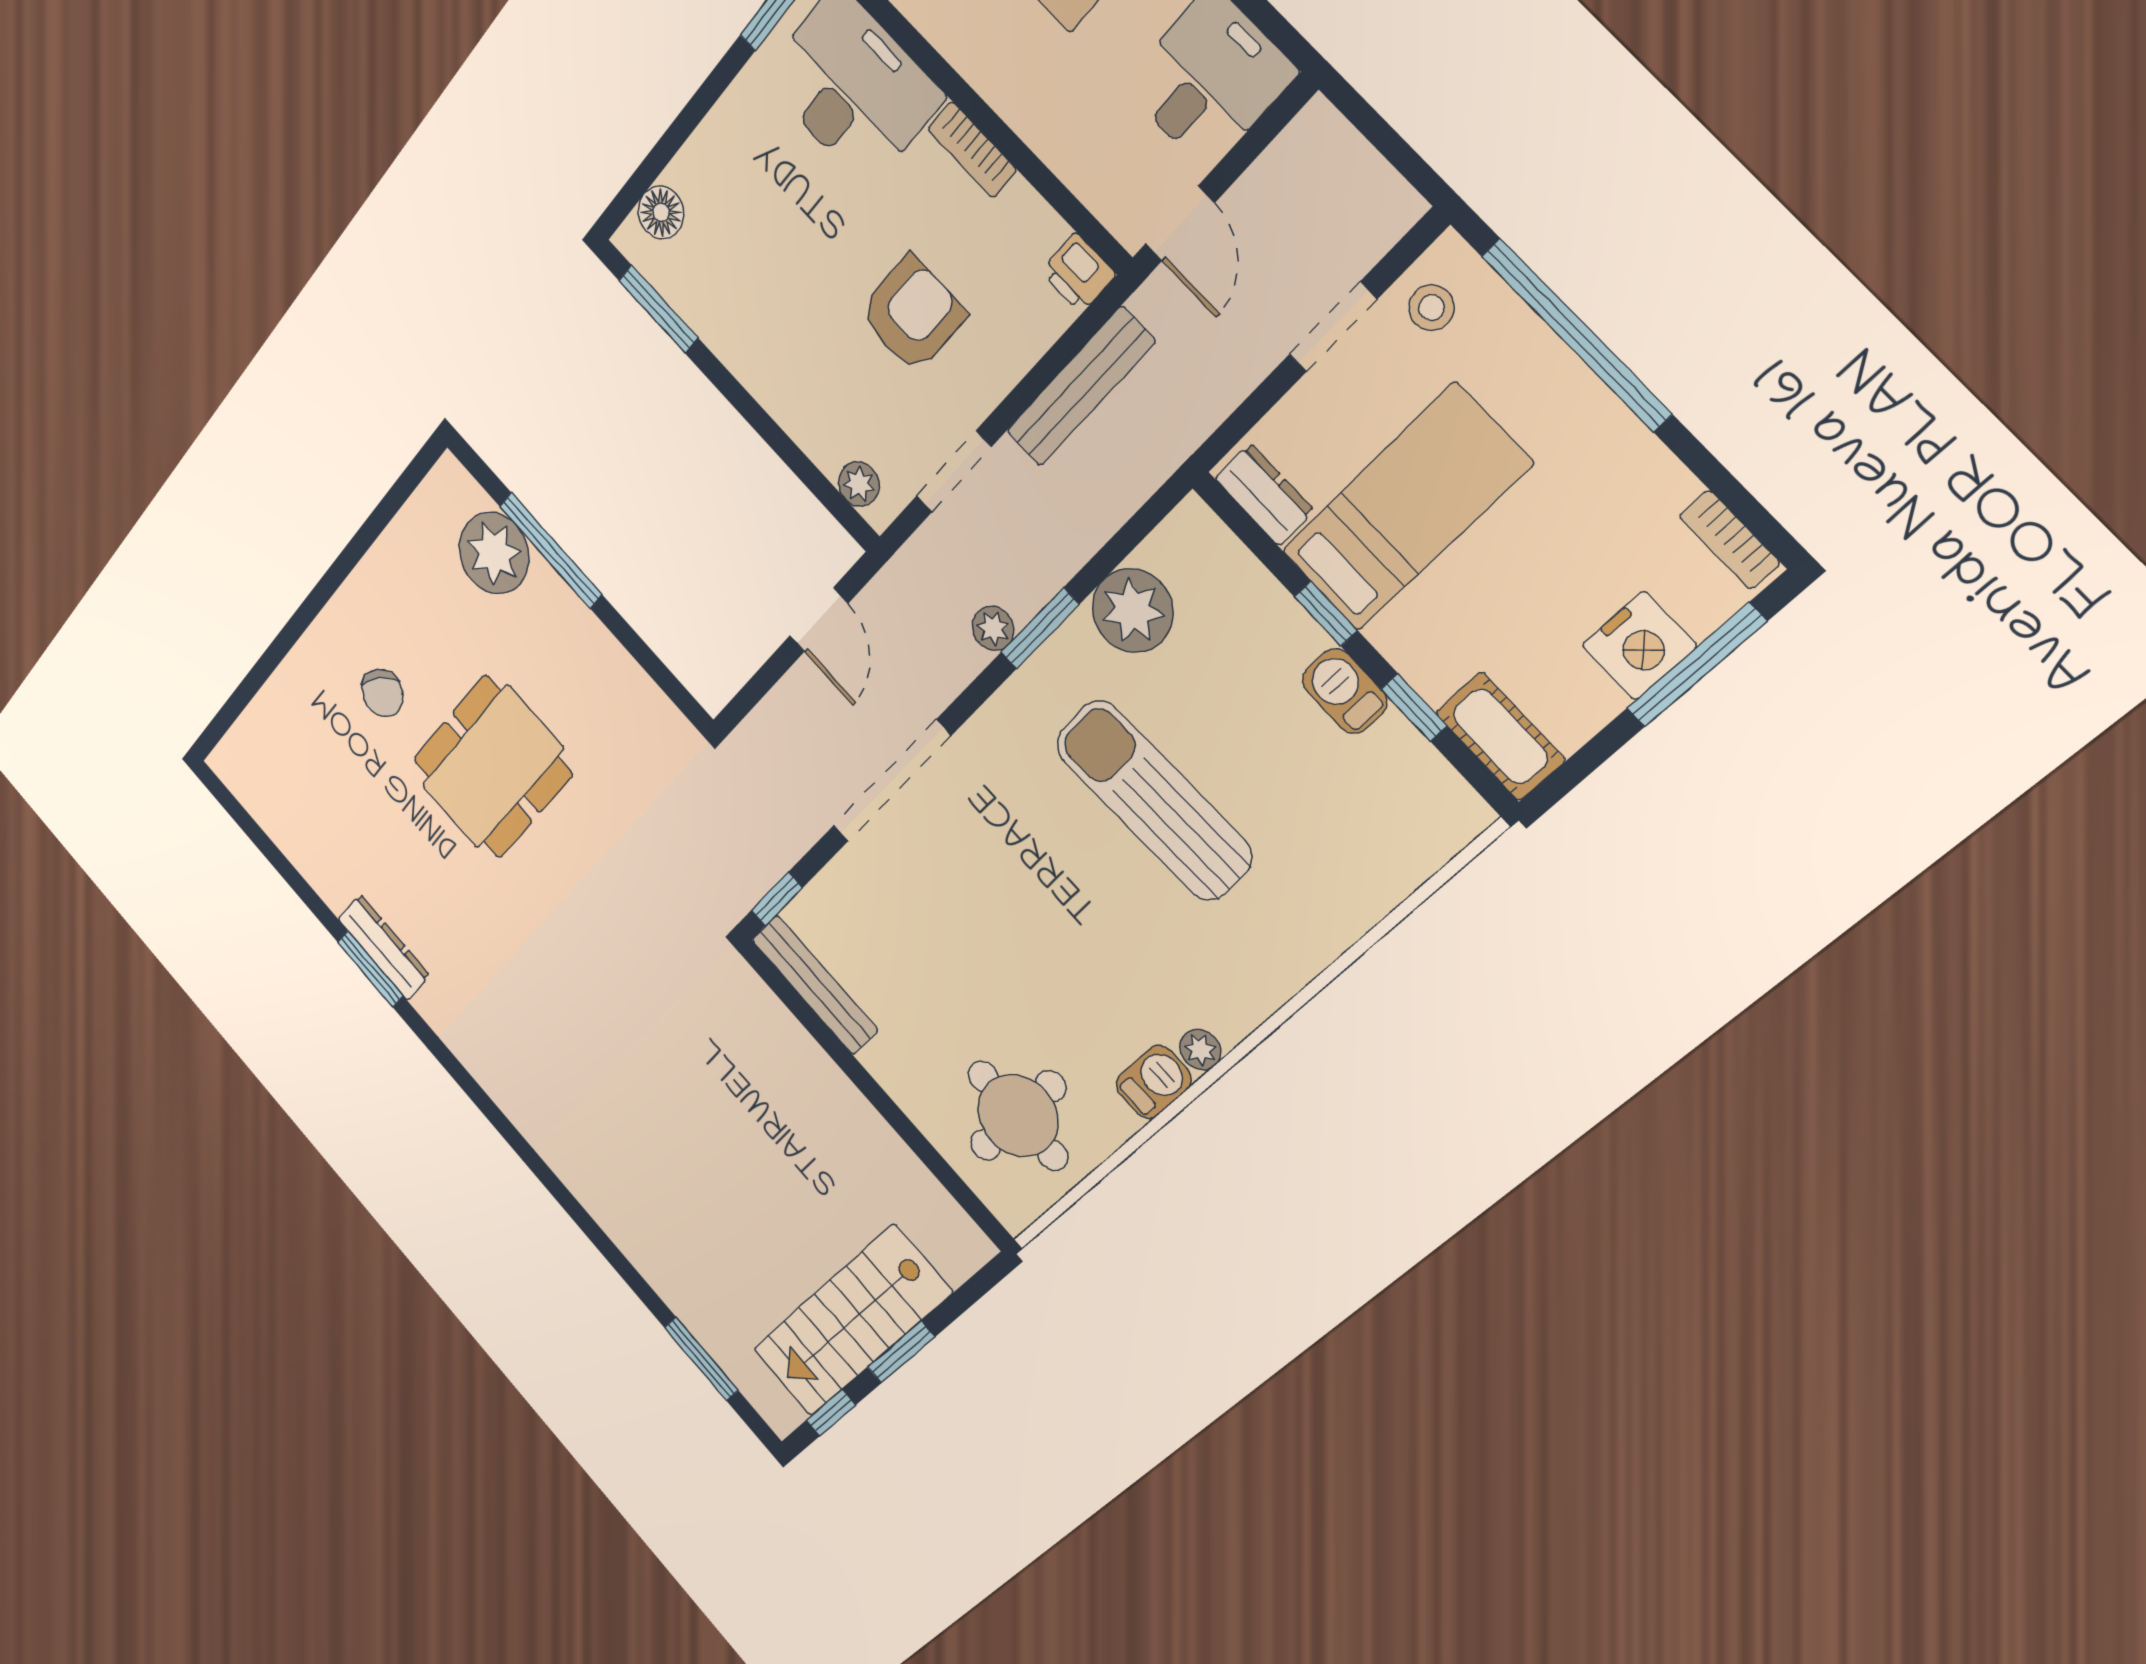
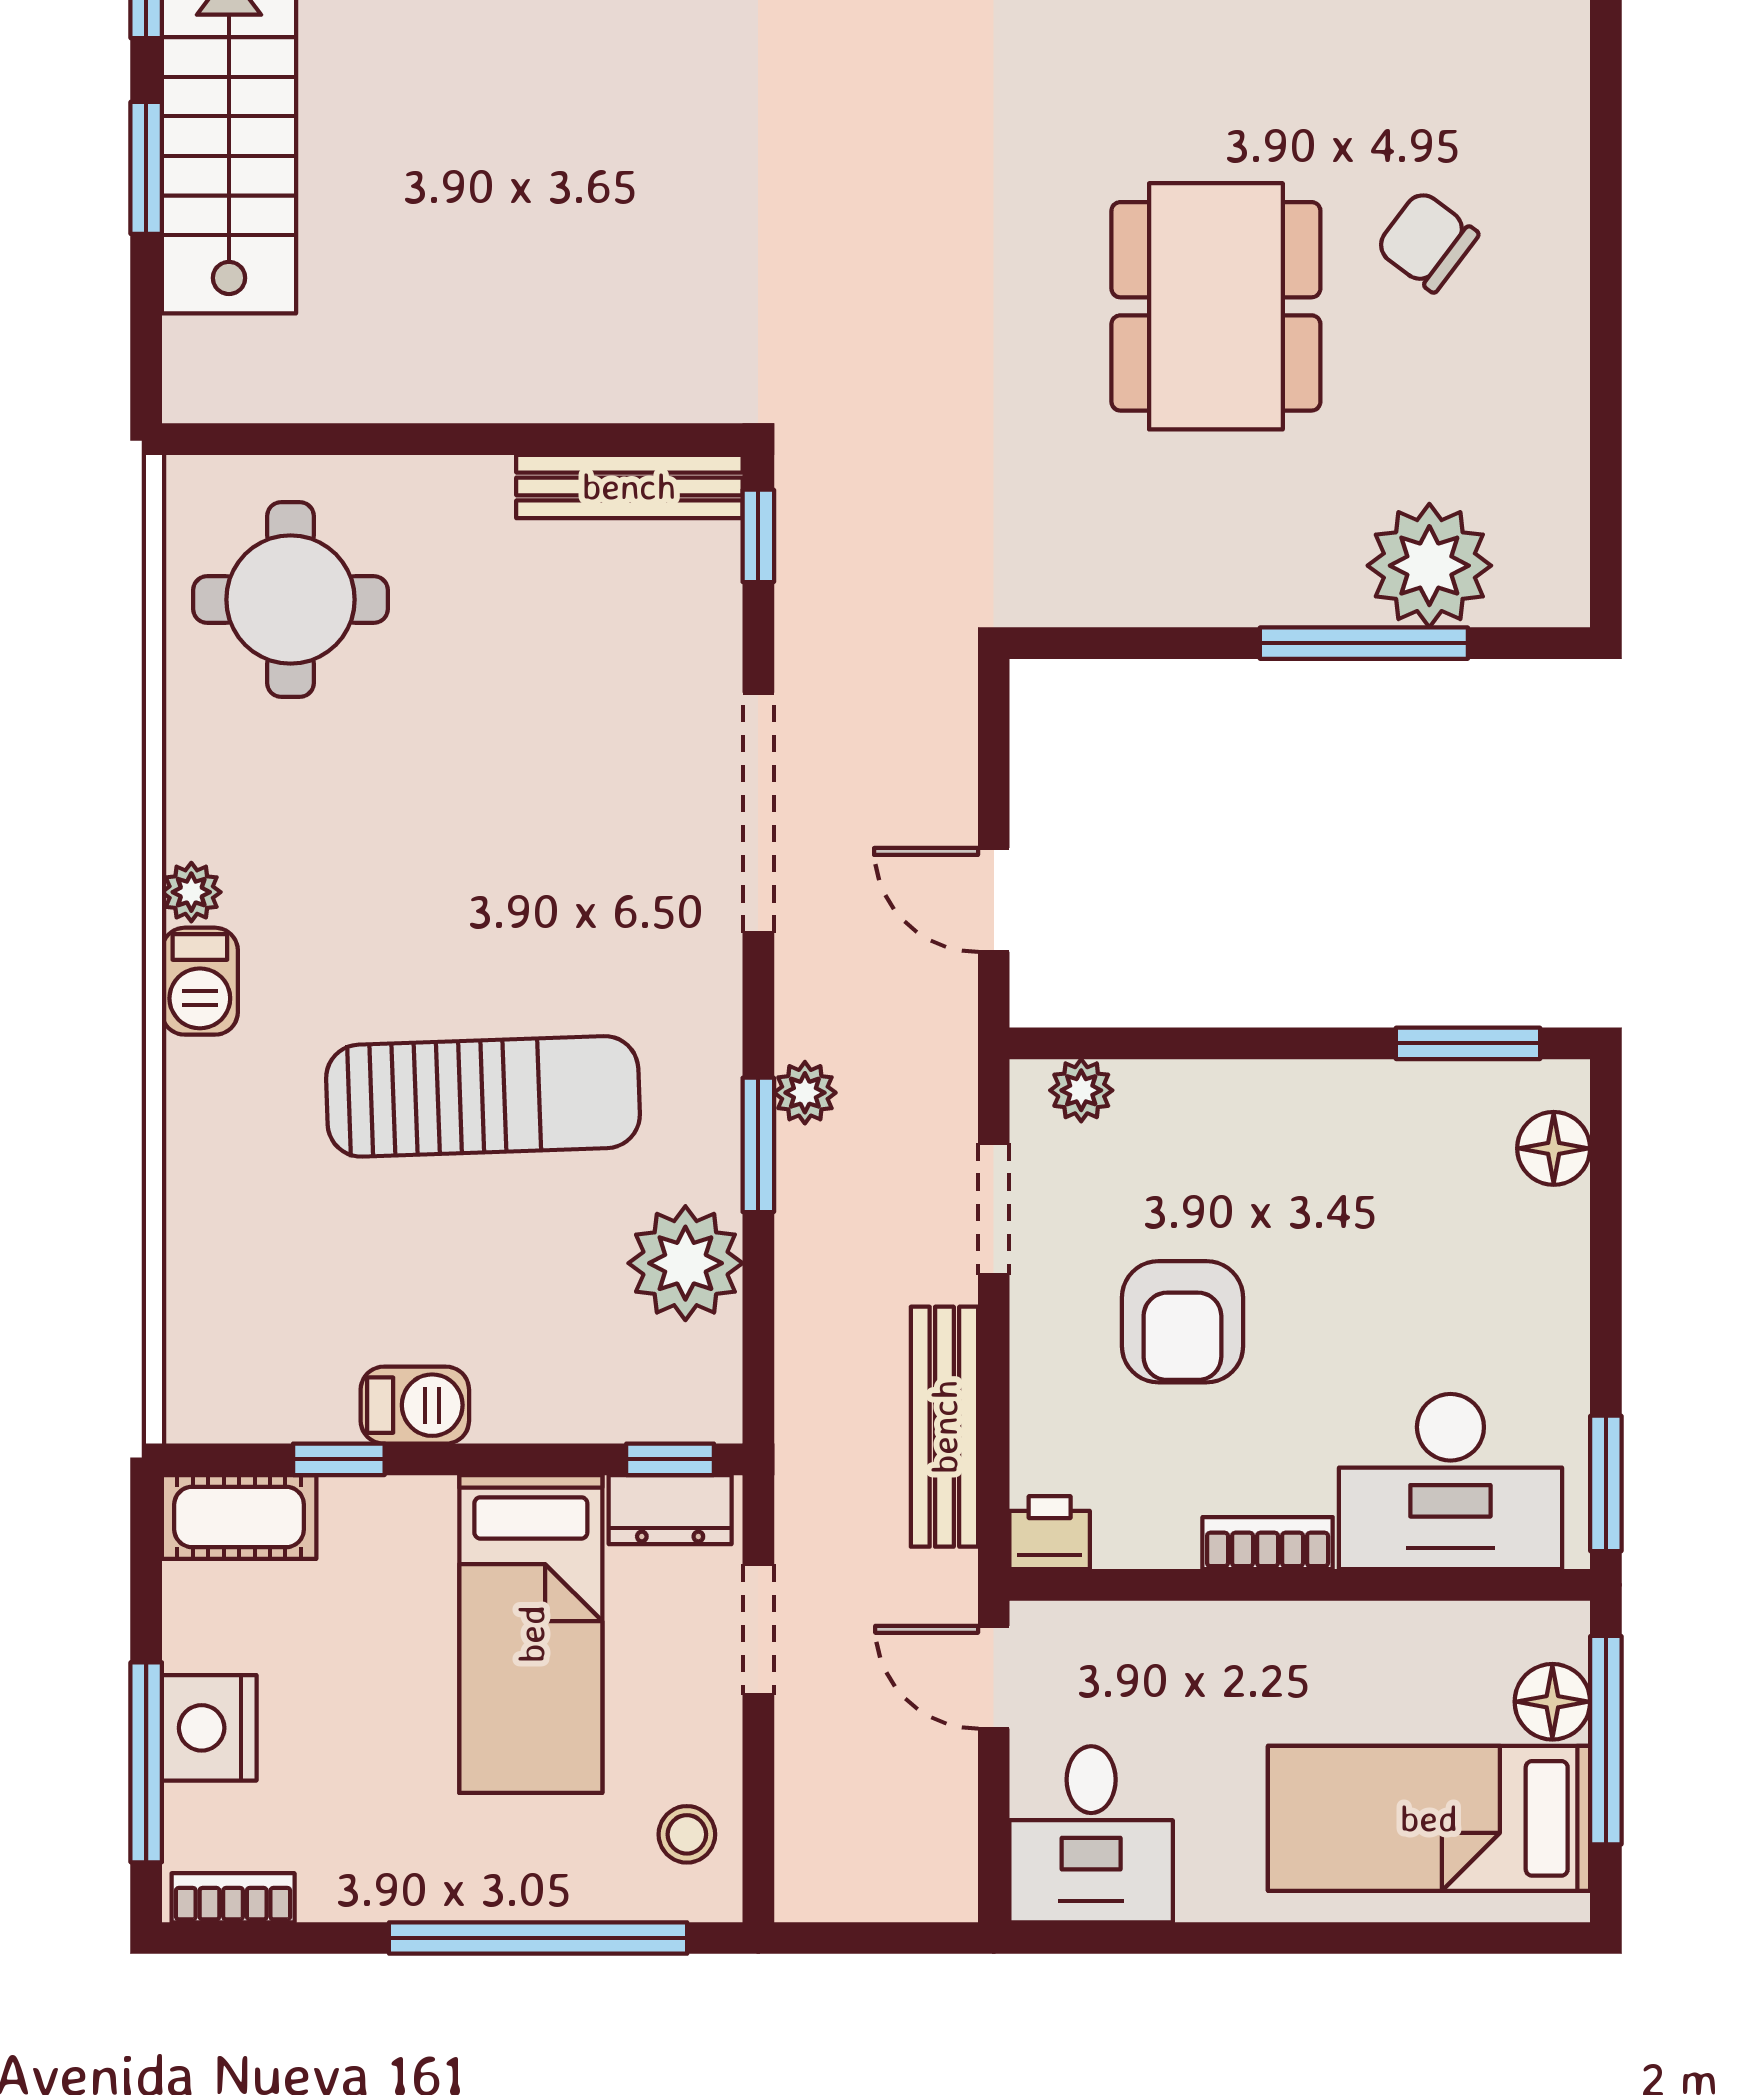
doorway: (1333, 327) -> (758, 1630), moved
window: (1326, 614) -> (670, 1459), moved
barbecue: (1154, 1082) -> (200, 981), moved

